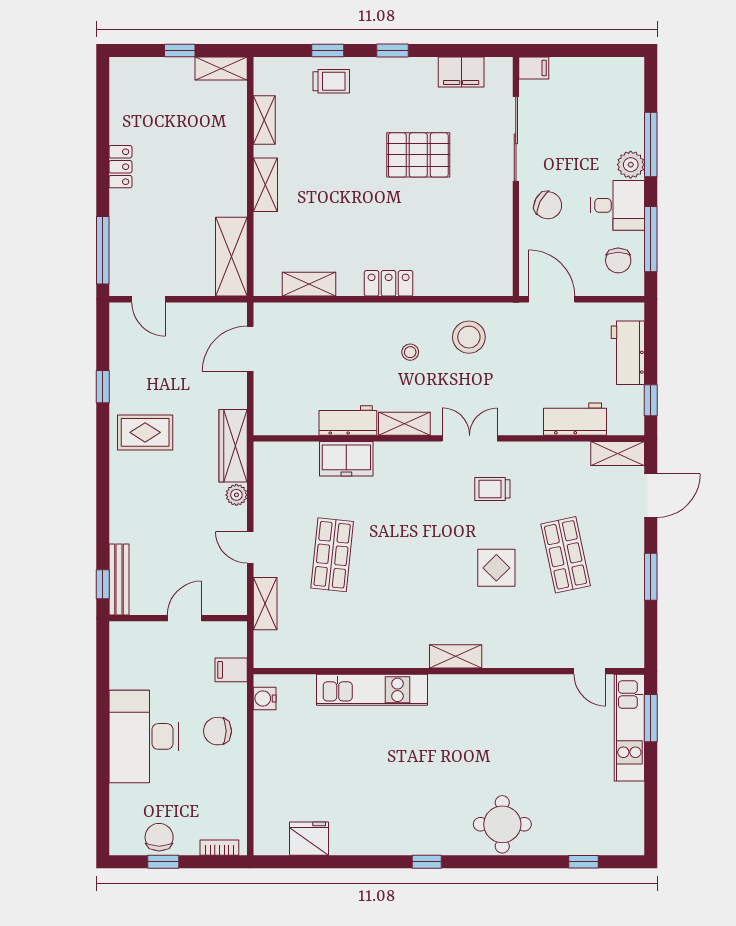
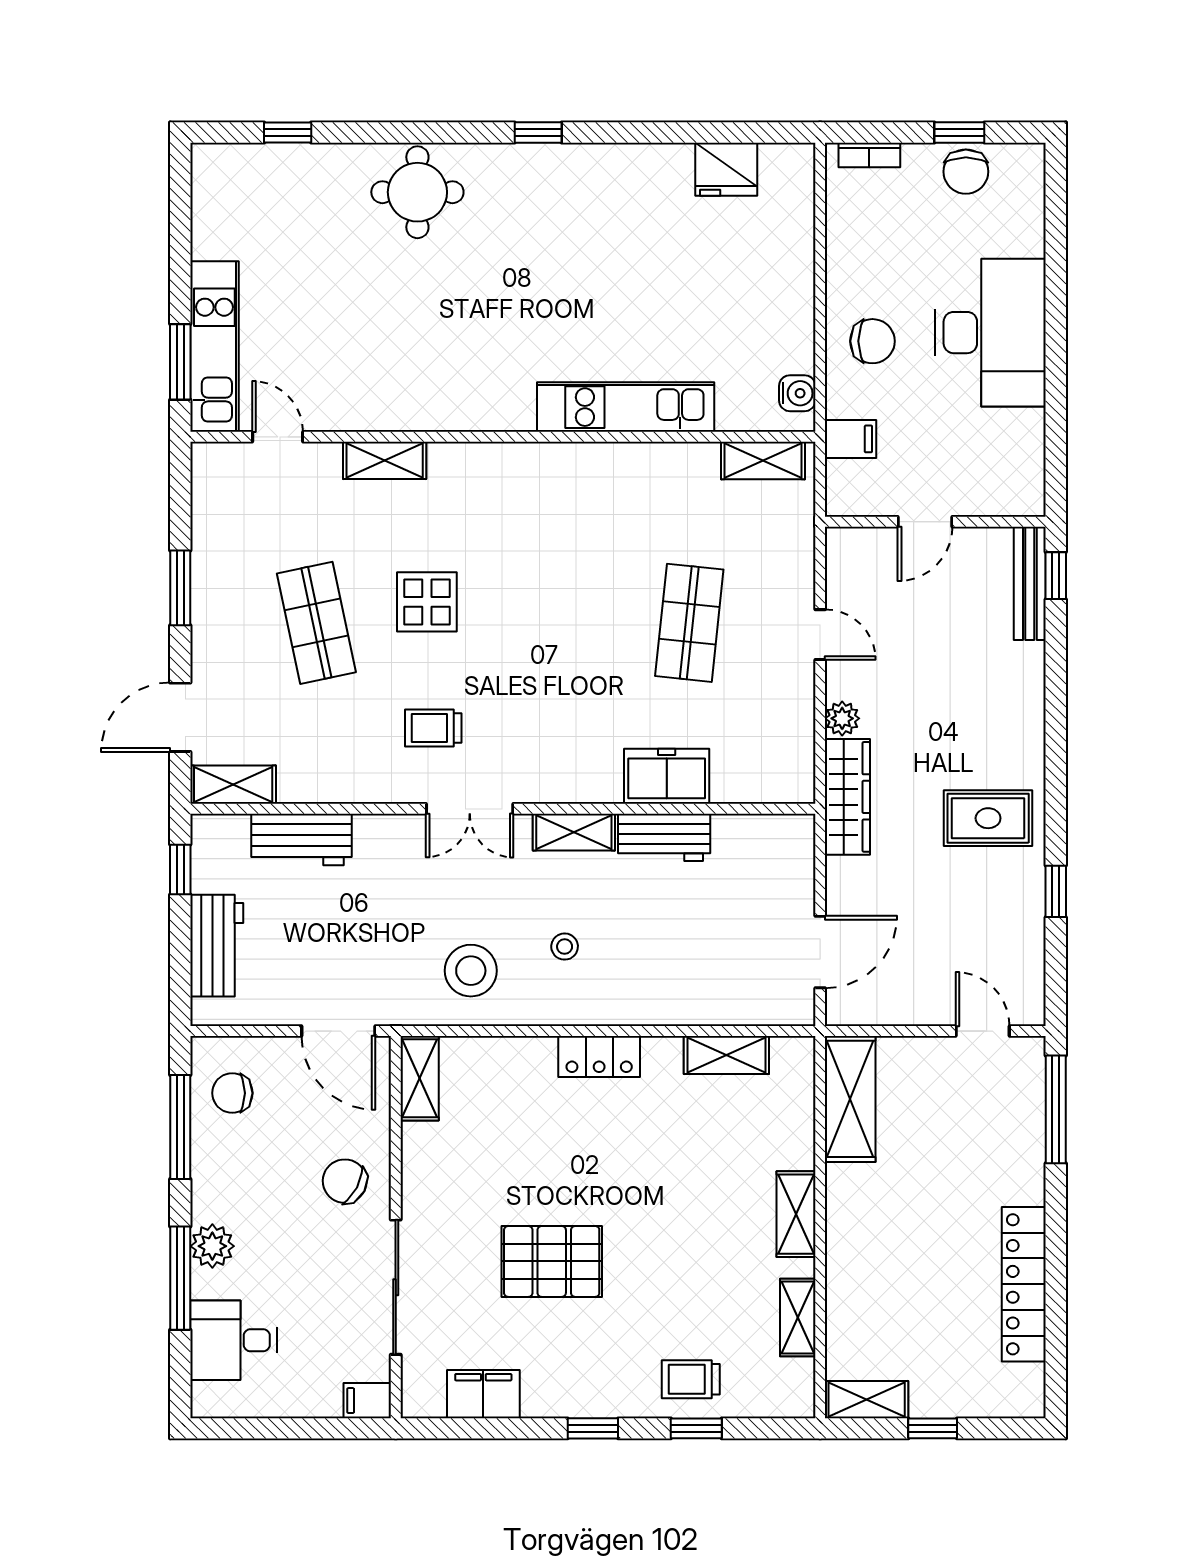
locker: (120, 167) -> (1024, 1284), width x2.16, depth x1.21
desk: (617, 205) -> (233, 1340), moved
chair: (618, 260) -> (232, 1093), turned -90
shelving: (501, 270) -> (420, 1078), added
trolley: (492, 489) -> (433, 728), turned 180
shelving: (265, 604) -> (763, 461), moved, turned 90
shelving: (456, 656) -> (385, 460), moved

